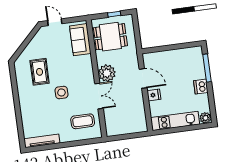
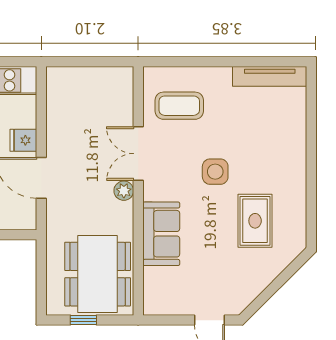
dining table: (110, 37) -> (98, 274), width x1.38
sofa: (80, 40) -> (161, 234), moved
plant: (107, 73) -> (124, 191), width x0.53, depth x0.53

